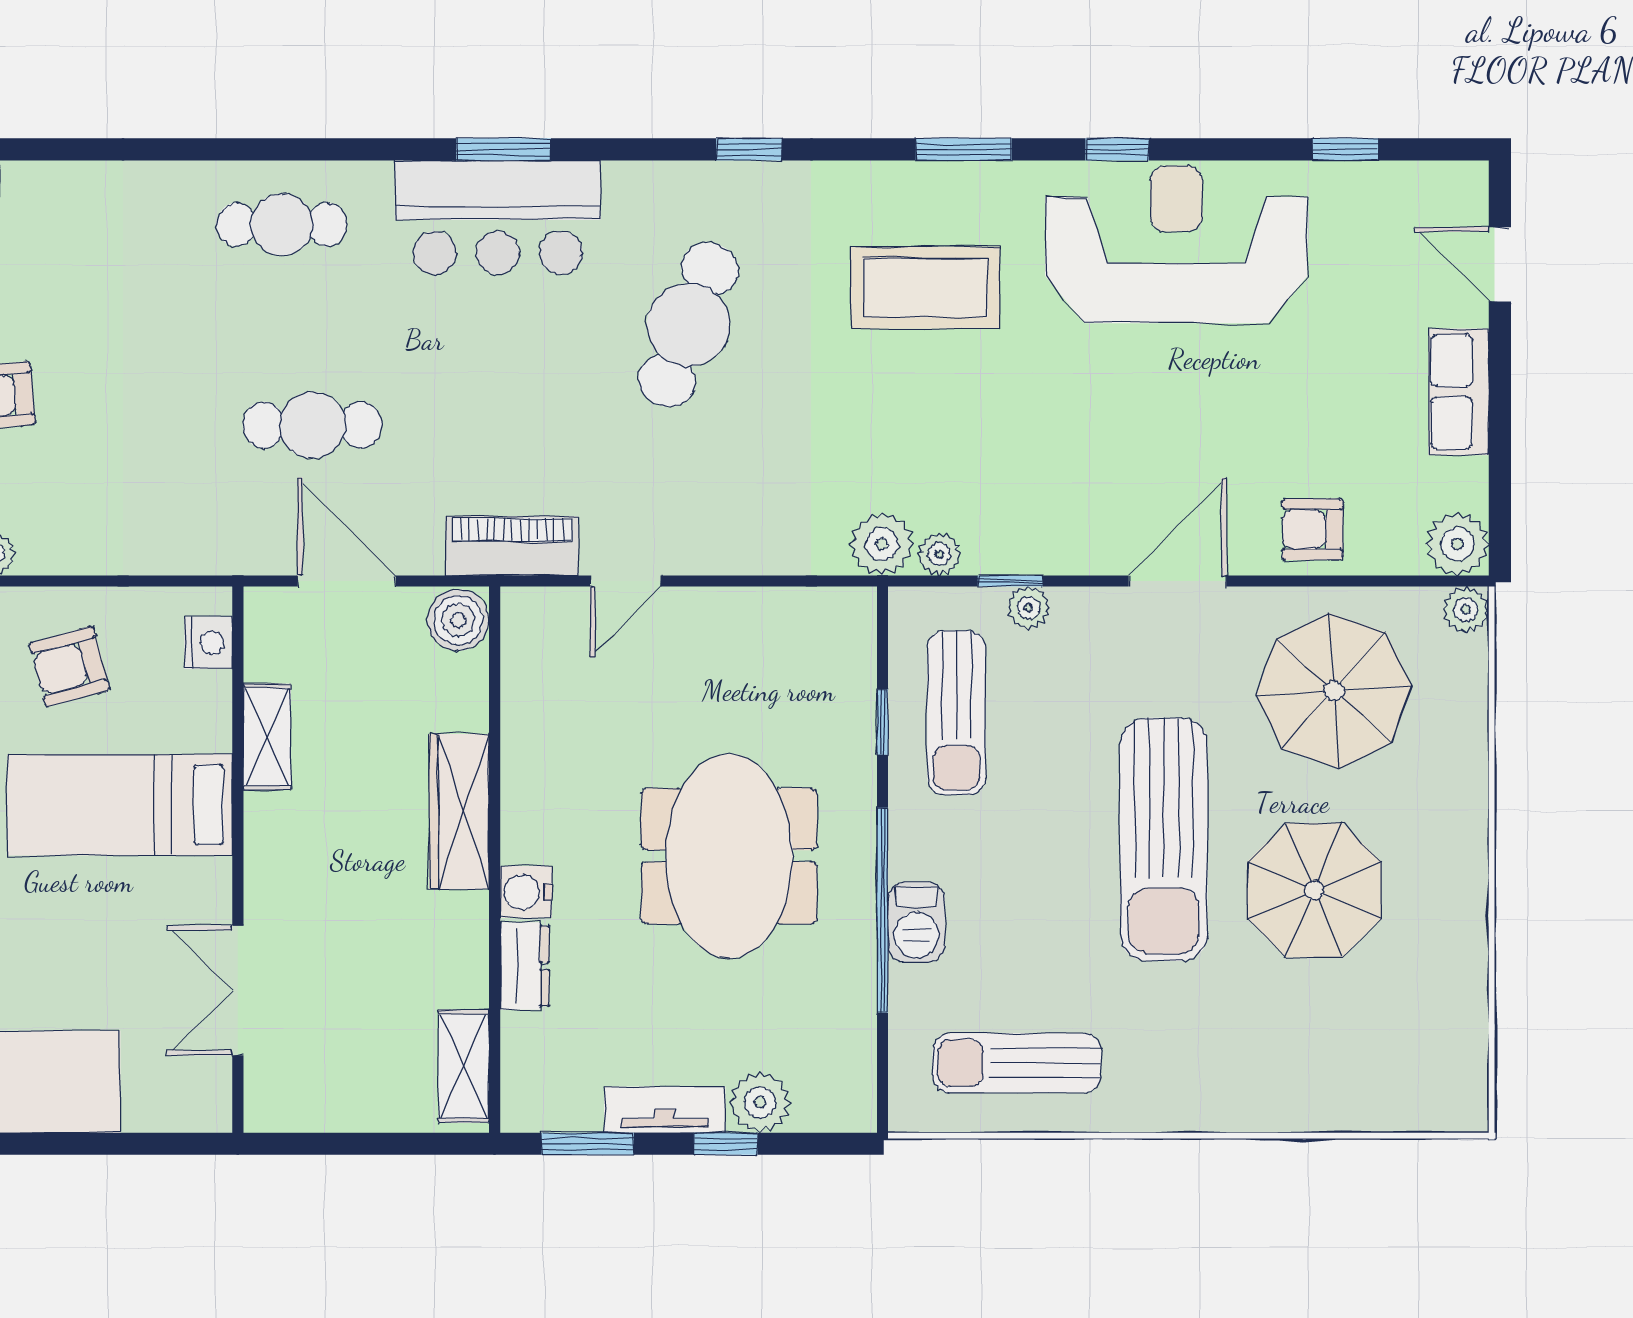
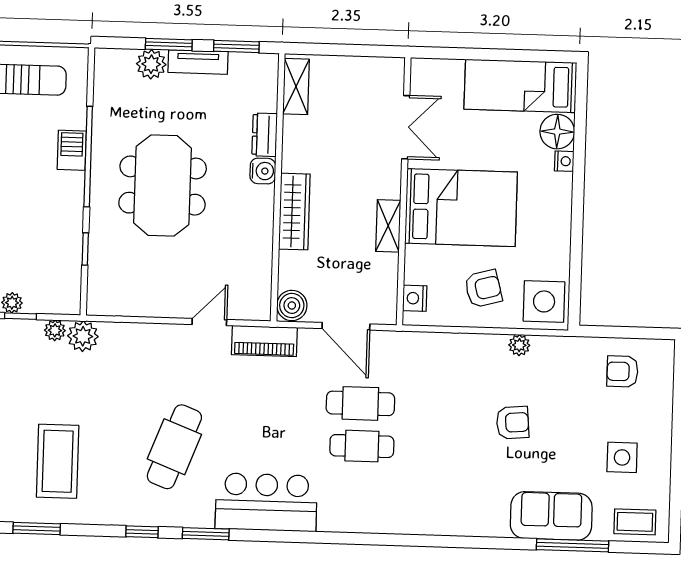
window: (504, 149) -> (206, 534), moved
cafe table: (282, 225) -> (362, 446), moved
coffee table: (925, 288) -> (58, 461), turned 90
sun lounger: (956, 713) -> (49, 252), removed
shelving: (267, 737) -> (388, 226), moved
bed: (120, 805) -> (461, 208), width x1.50
window: (726, 1144) -> (169, 44), width x1.50

